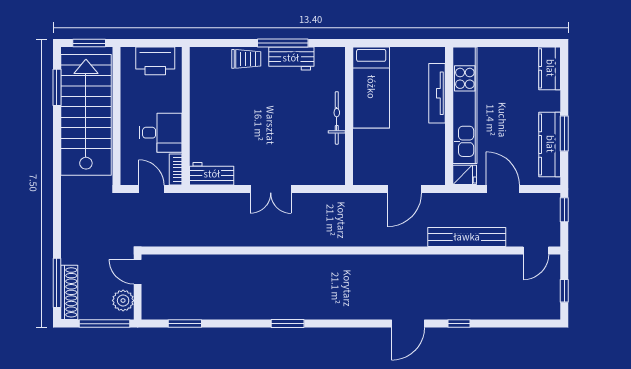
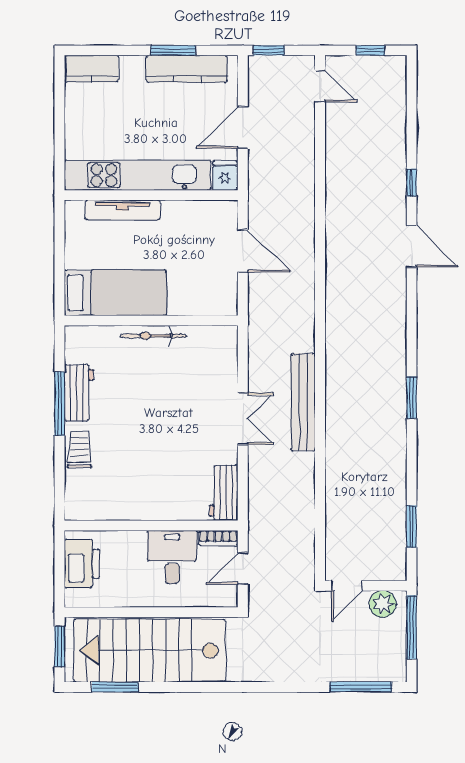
bench: (467, 237) -> (303, 402), moved
shoe rack: (69, 292) -> (372, 672), removed

